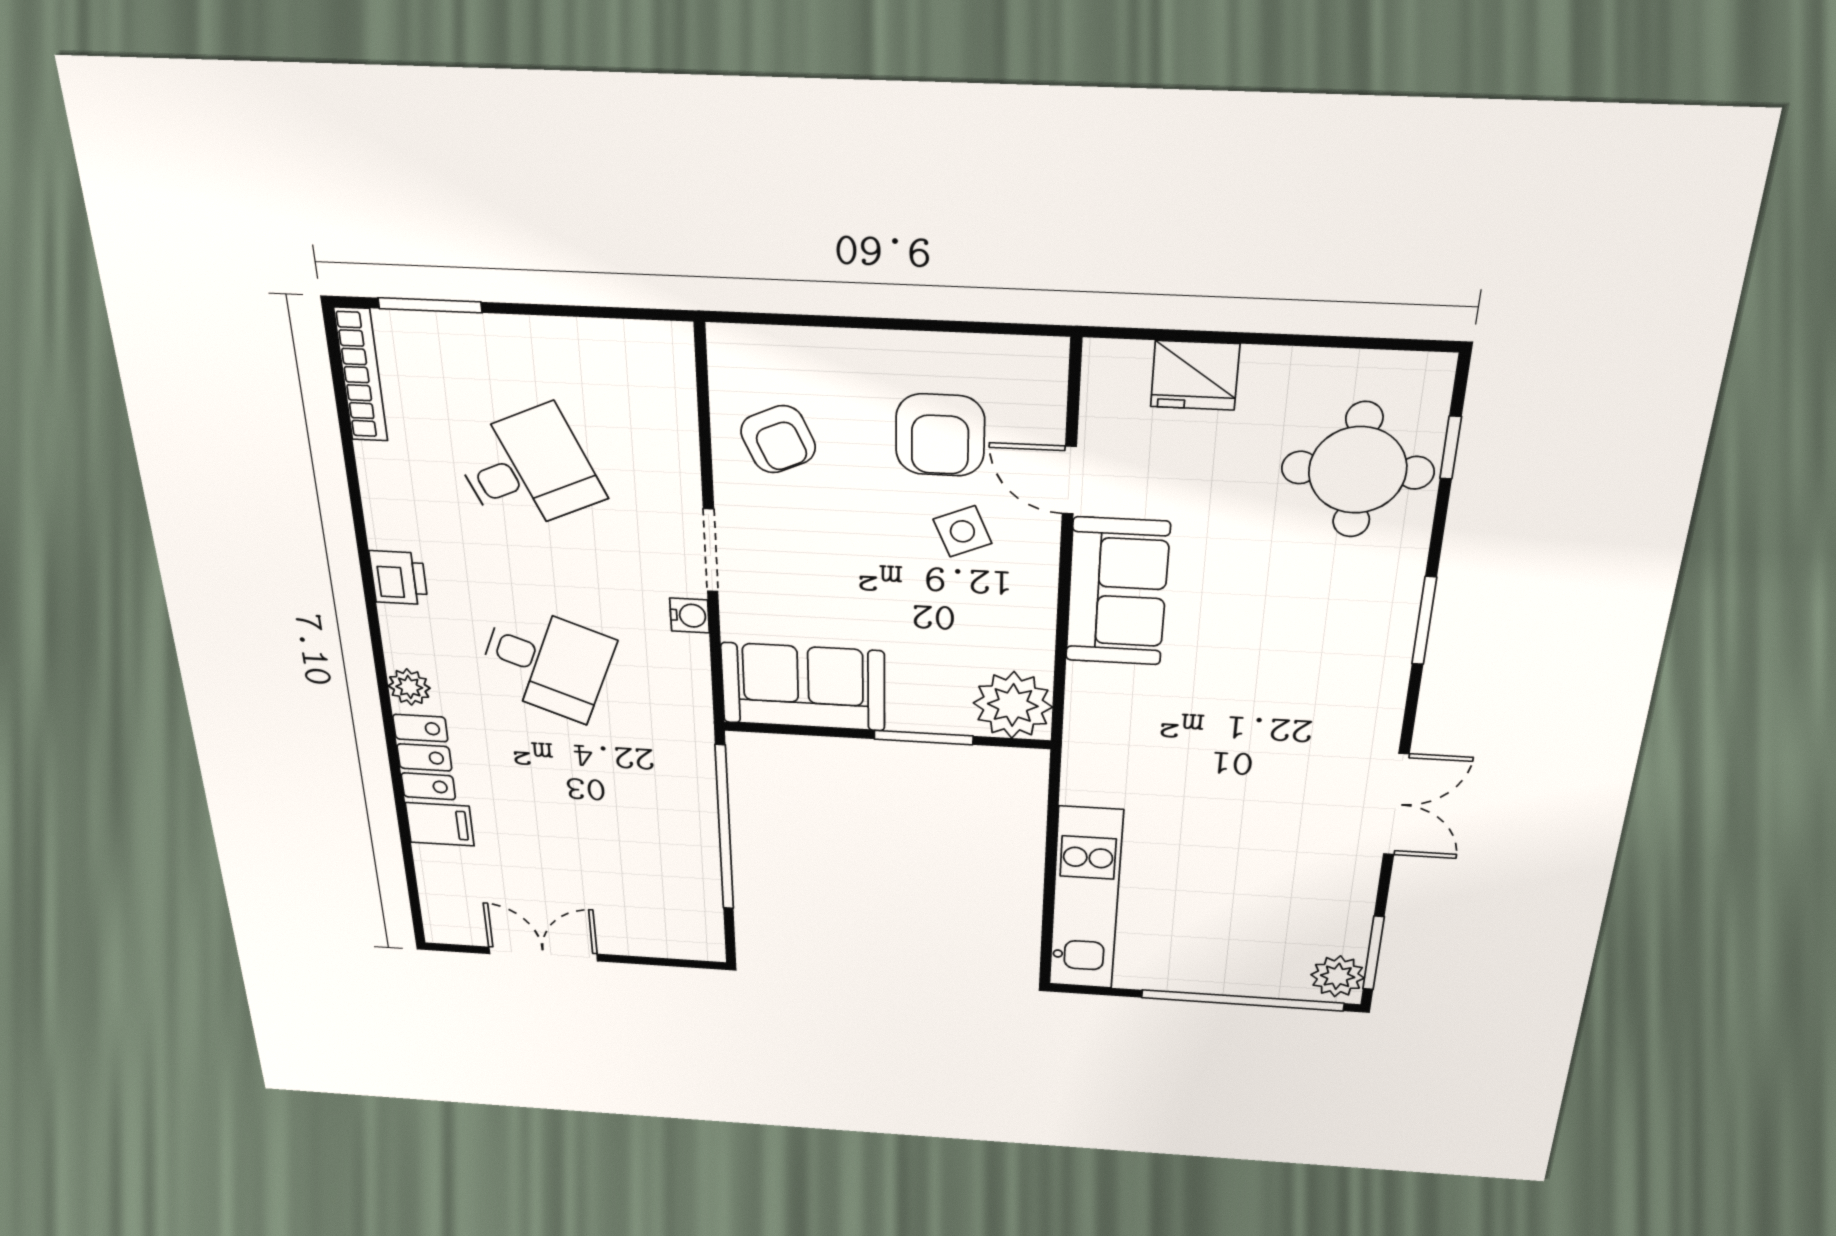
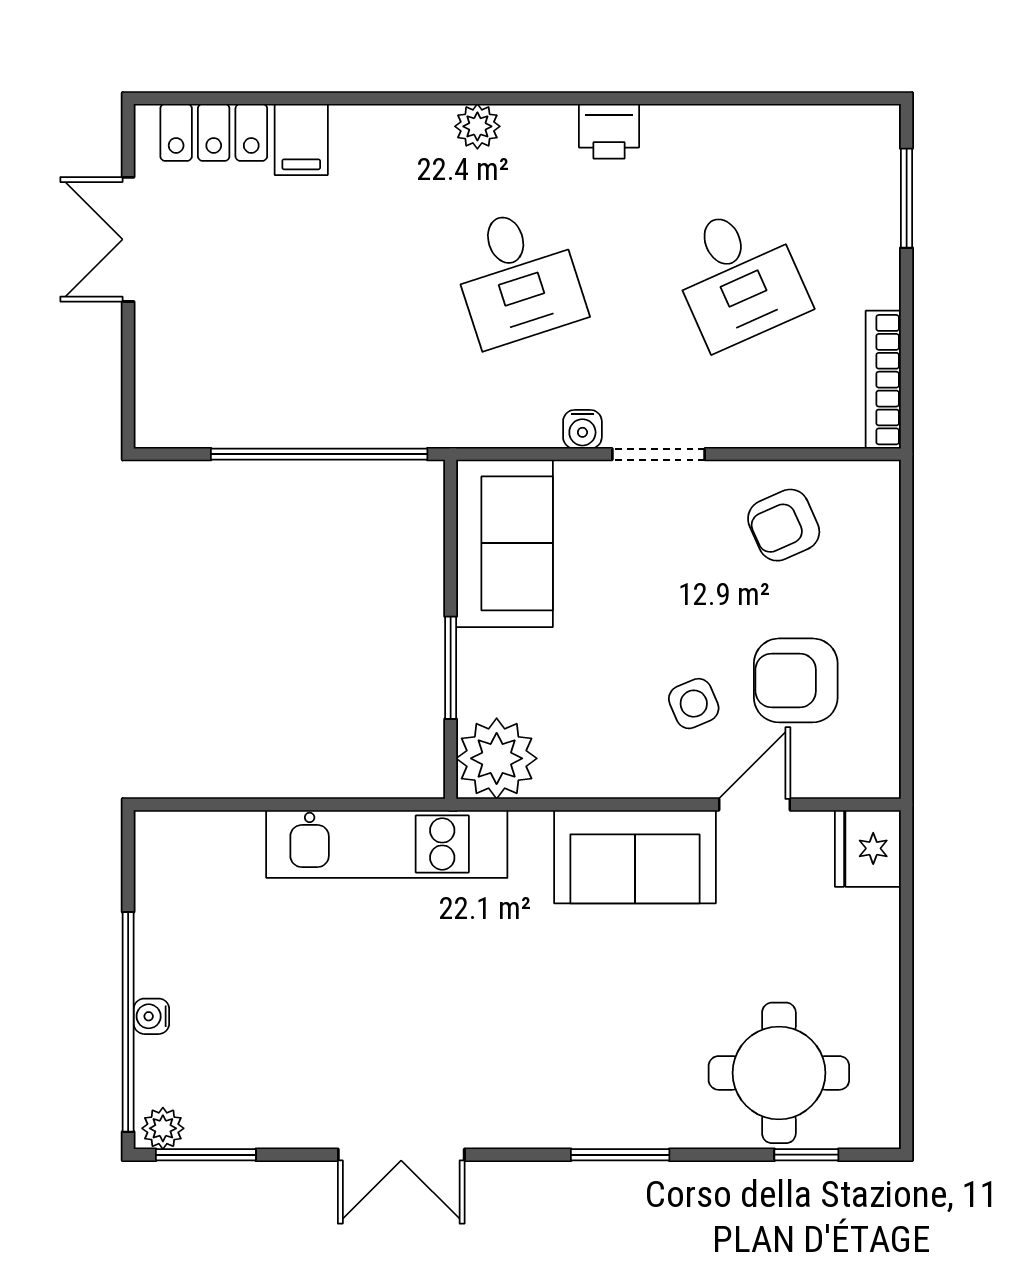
bookcase: (361, 375) -> (883, 380), moved, turned 90
fridge: (1195, 375) -> (868, 848), moved
desk: (546, 662) -> (517, 276), turned -39
locker: (424, 757) -> (214, 132), moved
kitchen unit: (1086, 899) -> (387, 844), moved
double door: (543, 954) -> (128, 239), swing flipped
plant: (1338, 976) -> (163, 1128), width x0.73, depth x0.73
water cooler: (1239, 984) -> (151, 1016), added

